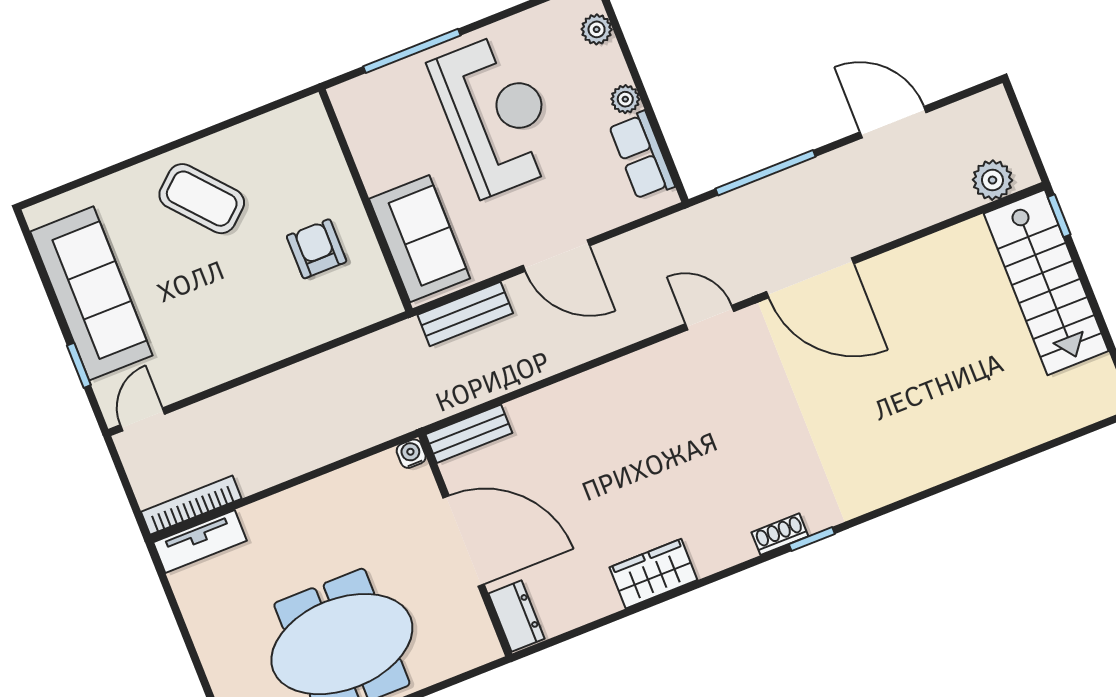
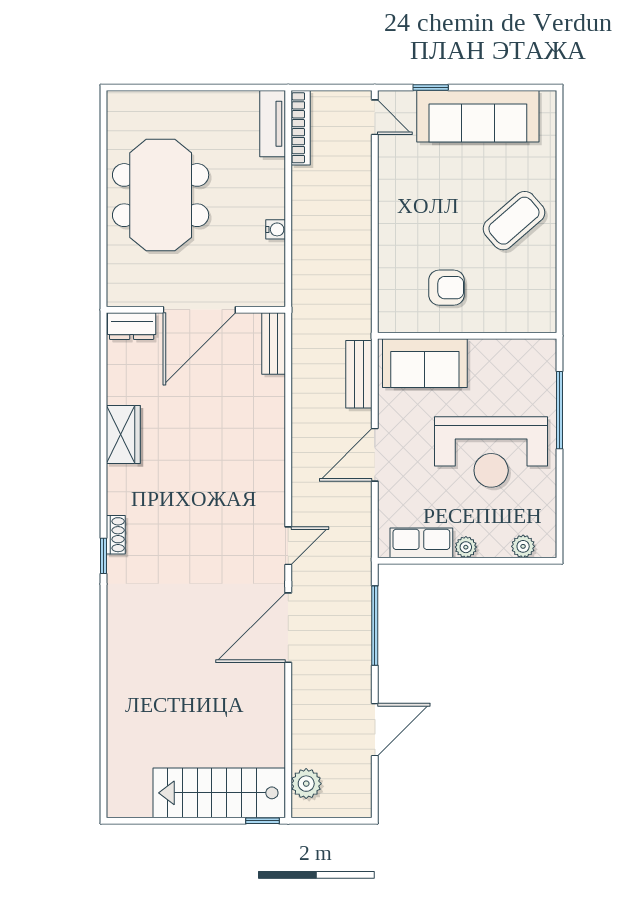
water cooler: (411, 454) -> (276, 229), moved

